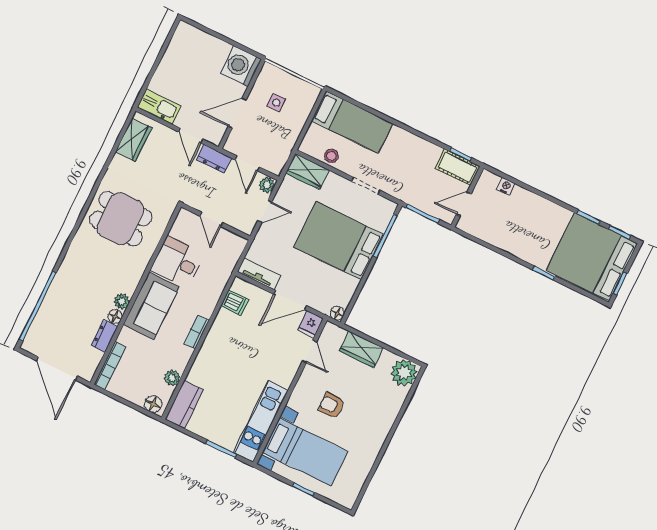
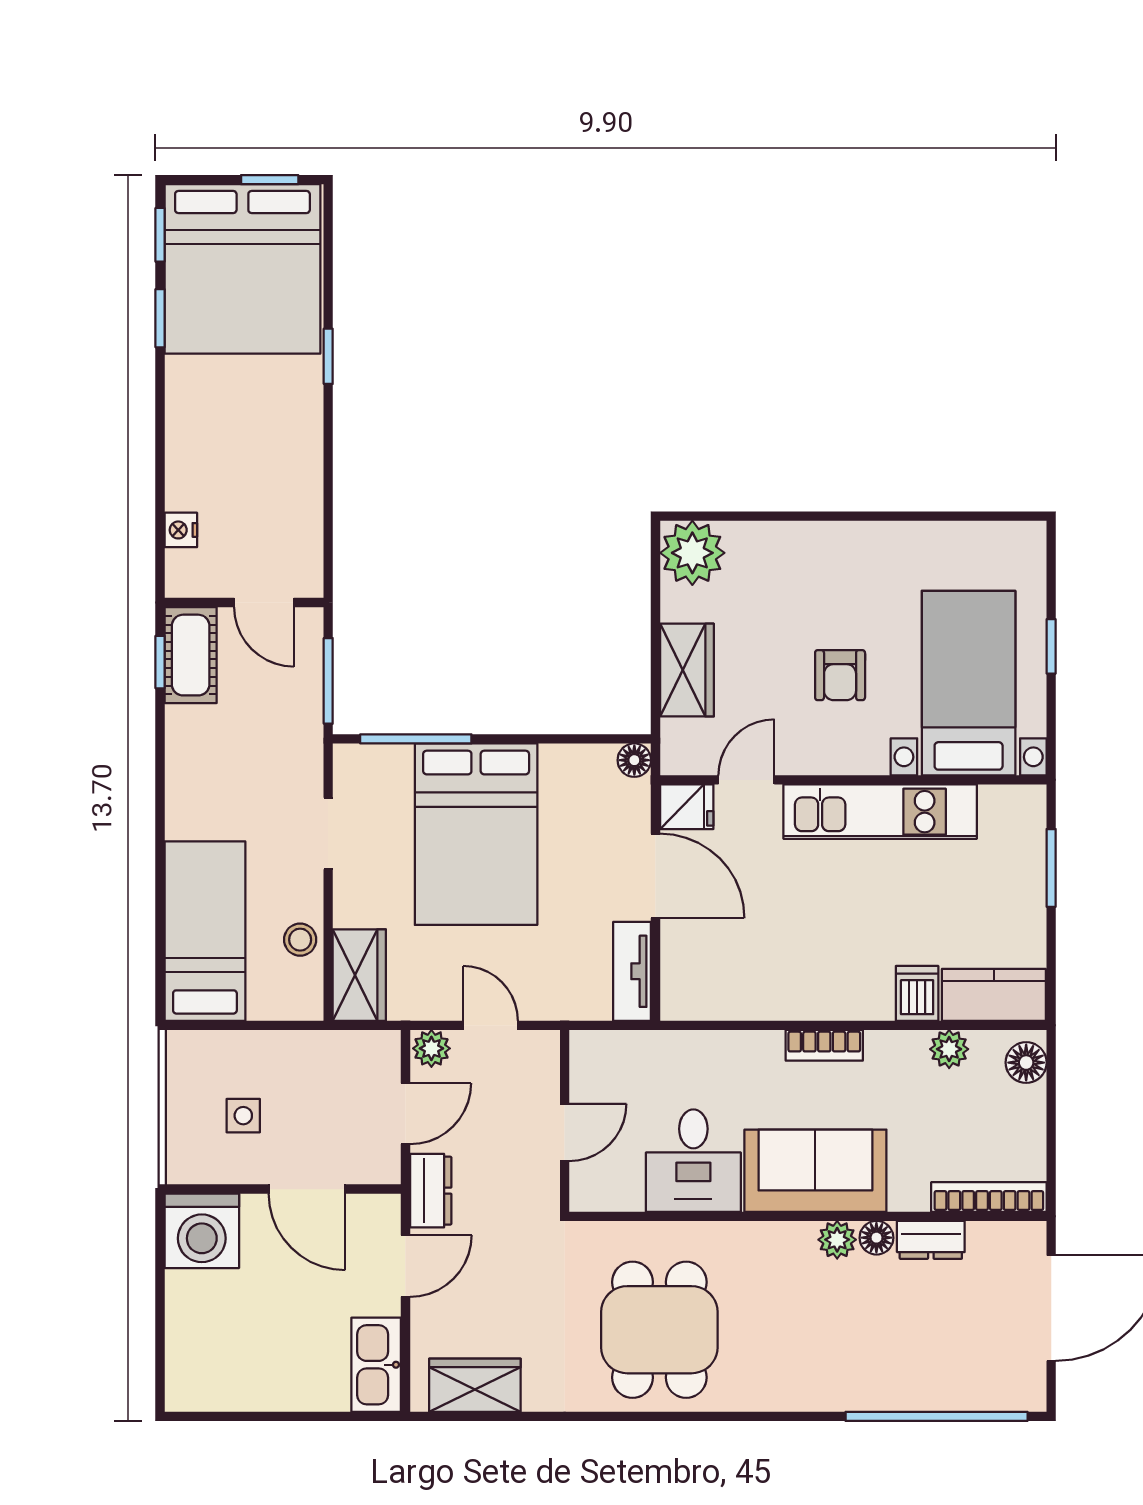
dishwasher: (235, 303) -> (917, 993), moved
kitchen unit: (261, 421) -> (880, 812), moved

